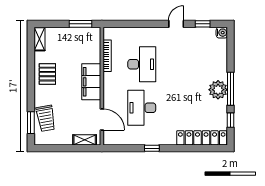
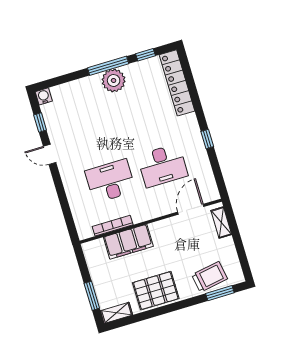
window: (80, 24) -> (92, 296), moved
pallet: (47, 74) -> (156, 291), width x1.50, depth x1.42
filing cabinet: (91, 82) -> (128, 242), moved

